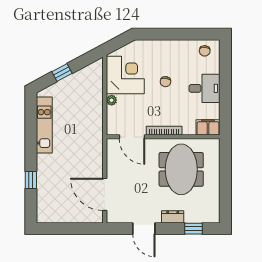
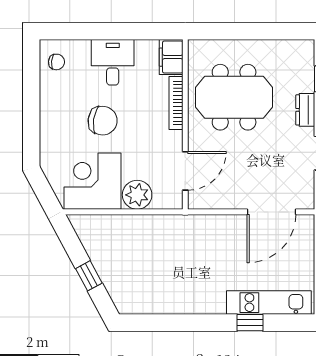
chair: (166, 82) -> (103, 121), width x1.87, depth x1.87
plant: (112, 100) -> (137, 195), width x1.87, depth x1.87
kitchen unit: (44, 125) -> (269, 303), moved
bookcase: (164, 131) -> (176, 103), moved

